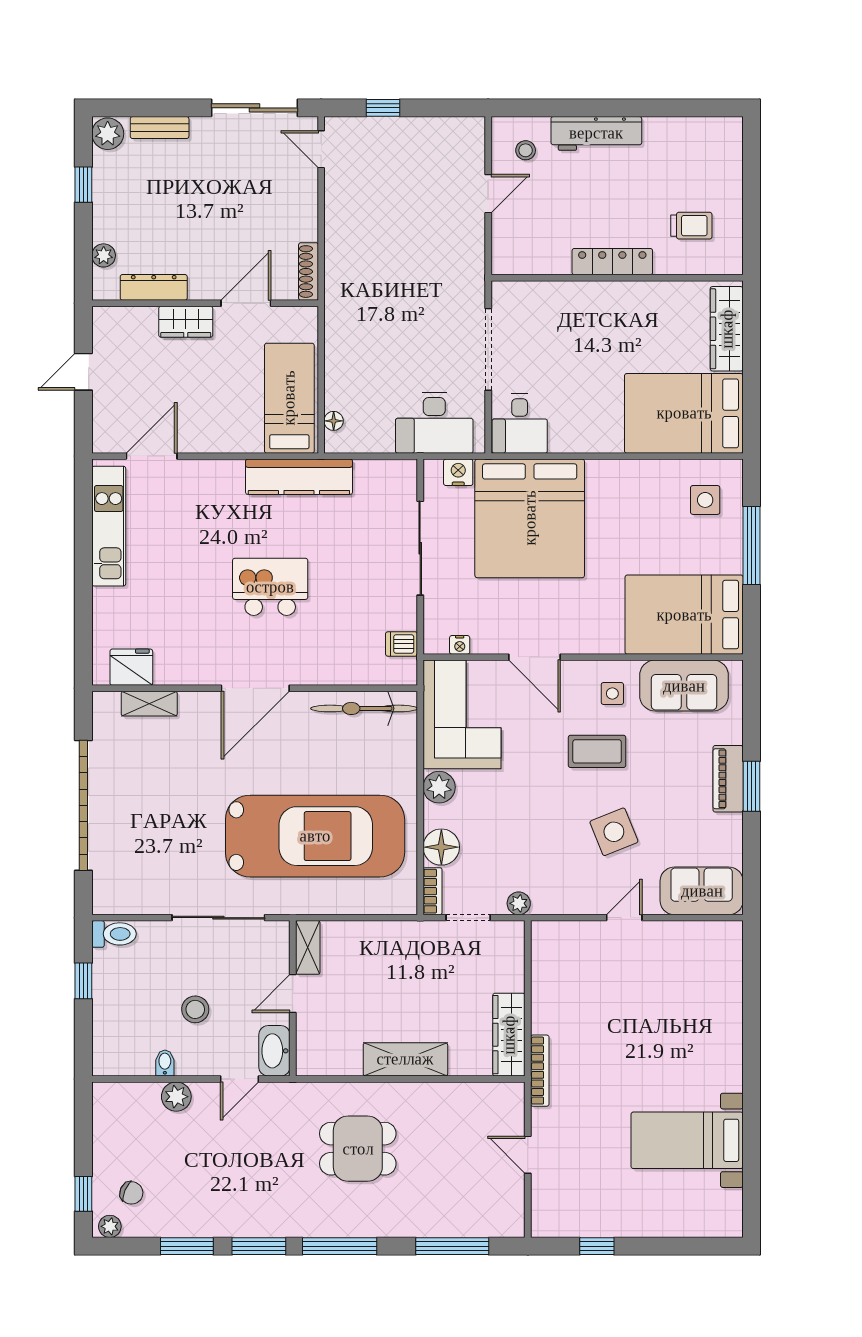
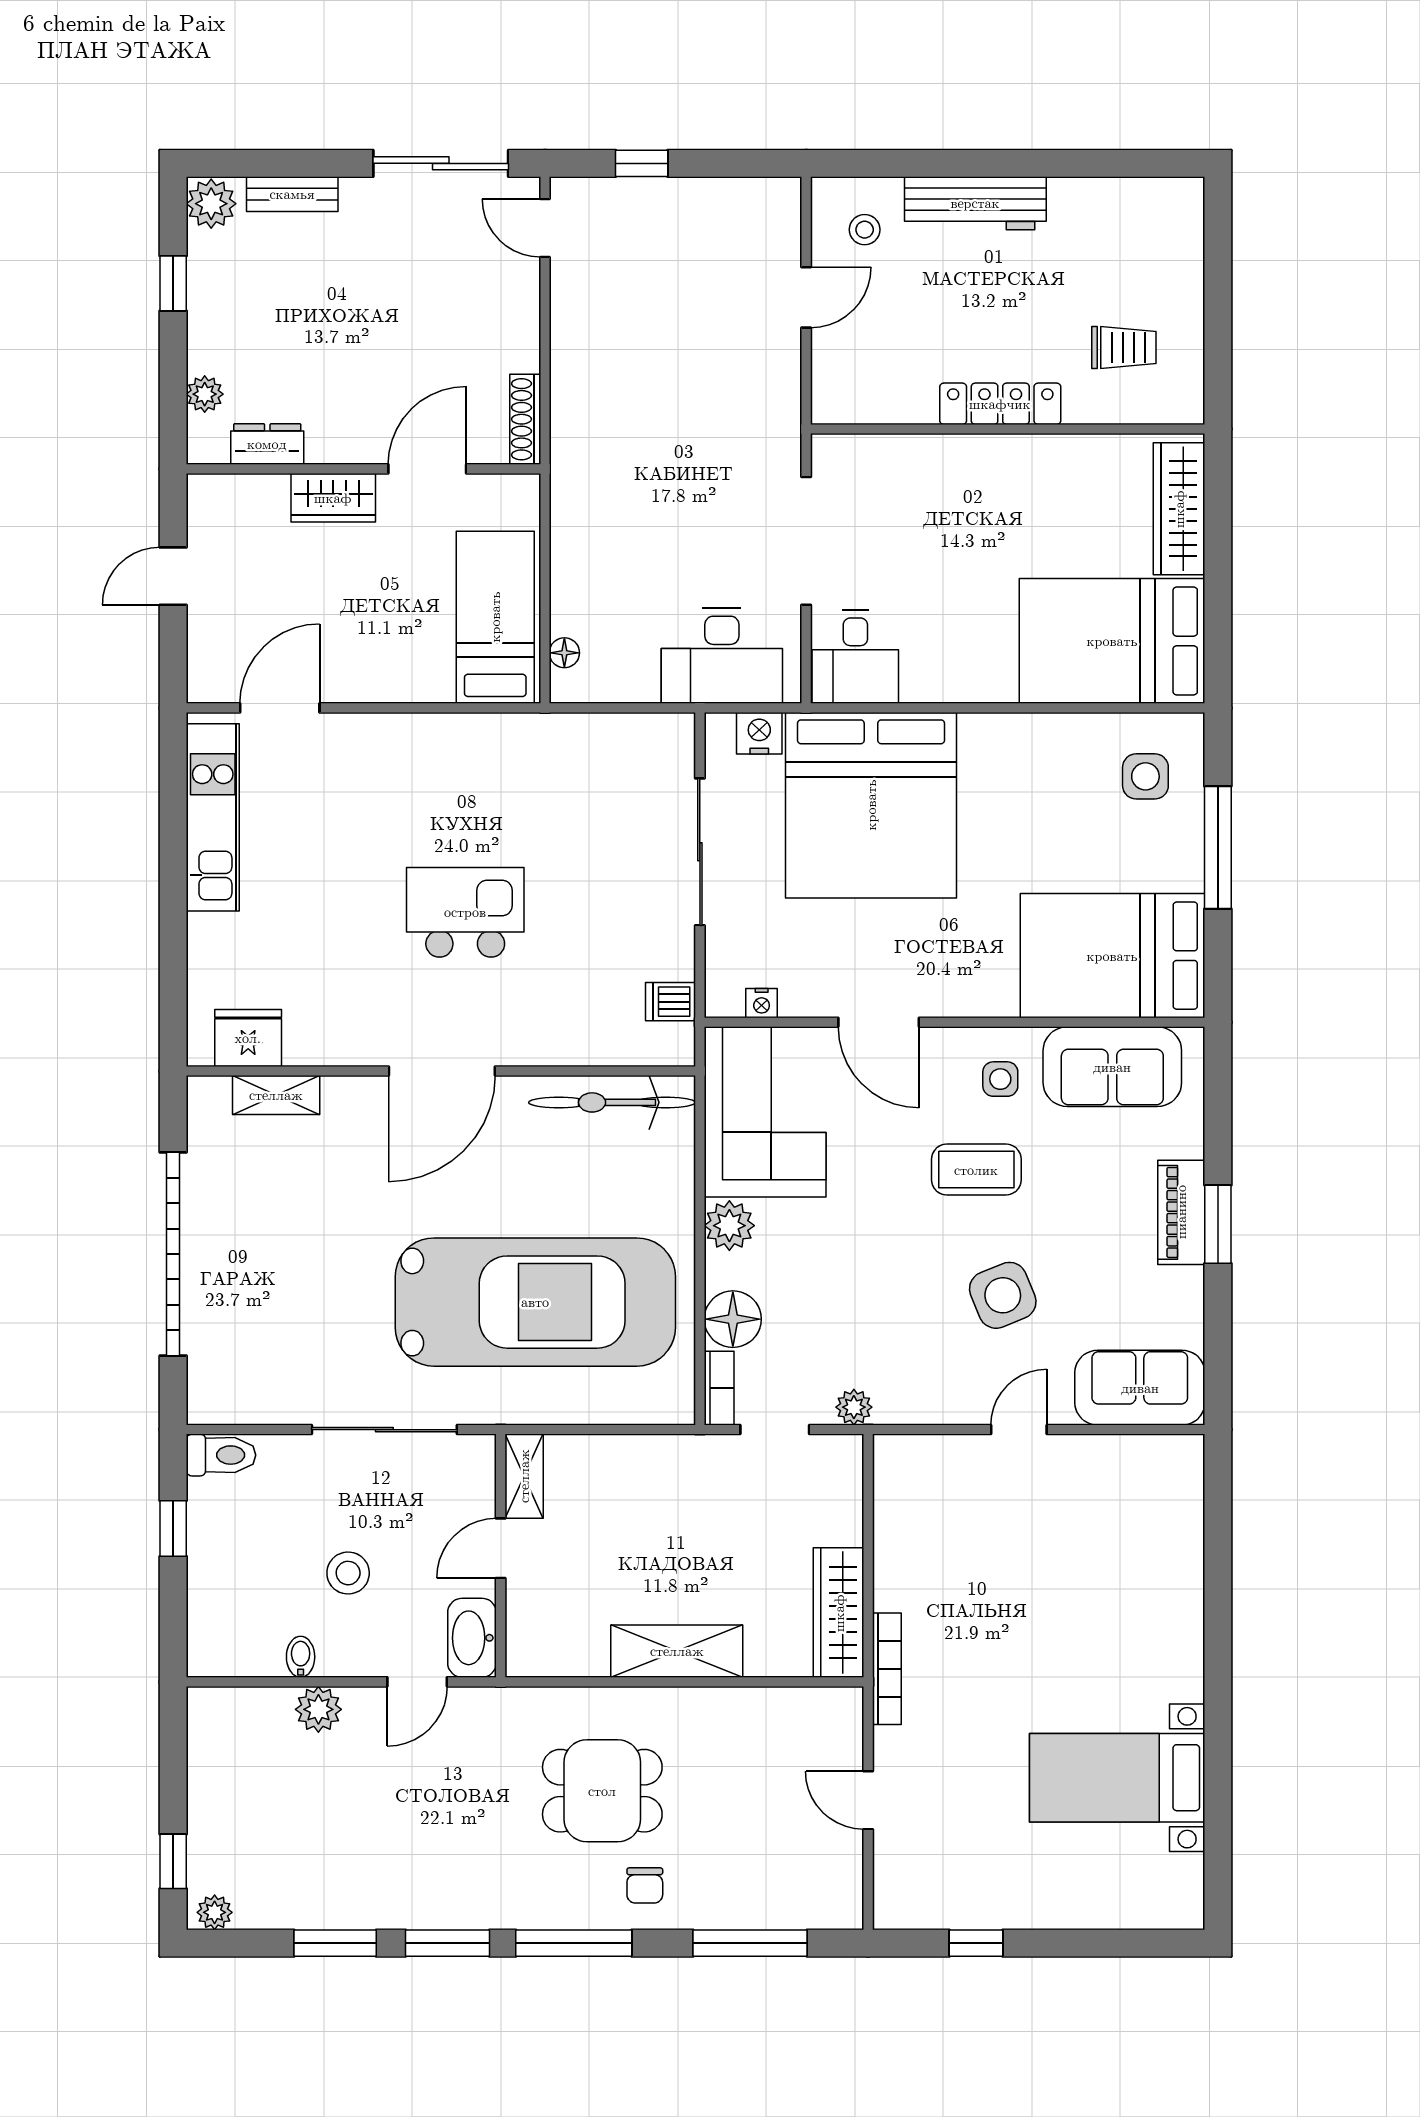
dresser: (154, 287) -> (267, 444), width x0.70
kitchen counter: (299, 477) -> (510, 740), removed
chair: (131, 1193) -> (645, 1885), moved, turned 67

